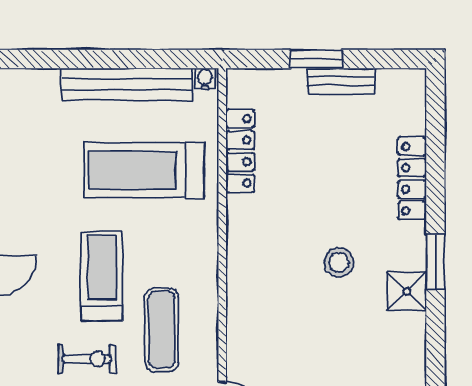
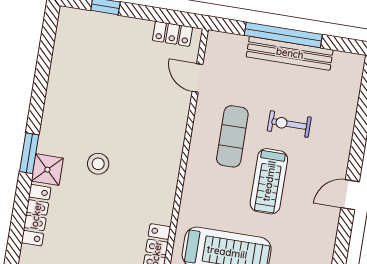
shower: (407, 291) -> (47, 170), moved

